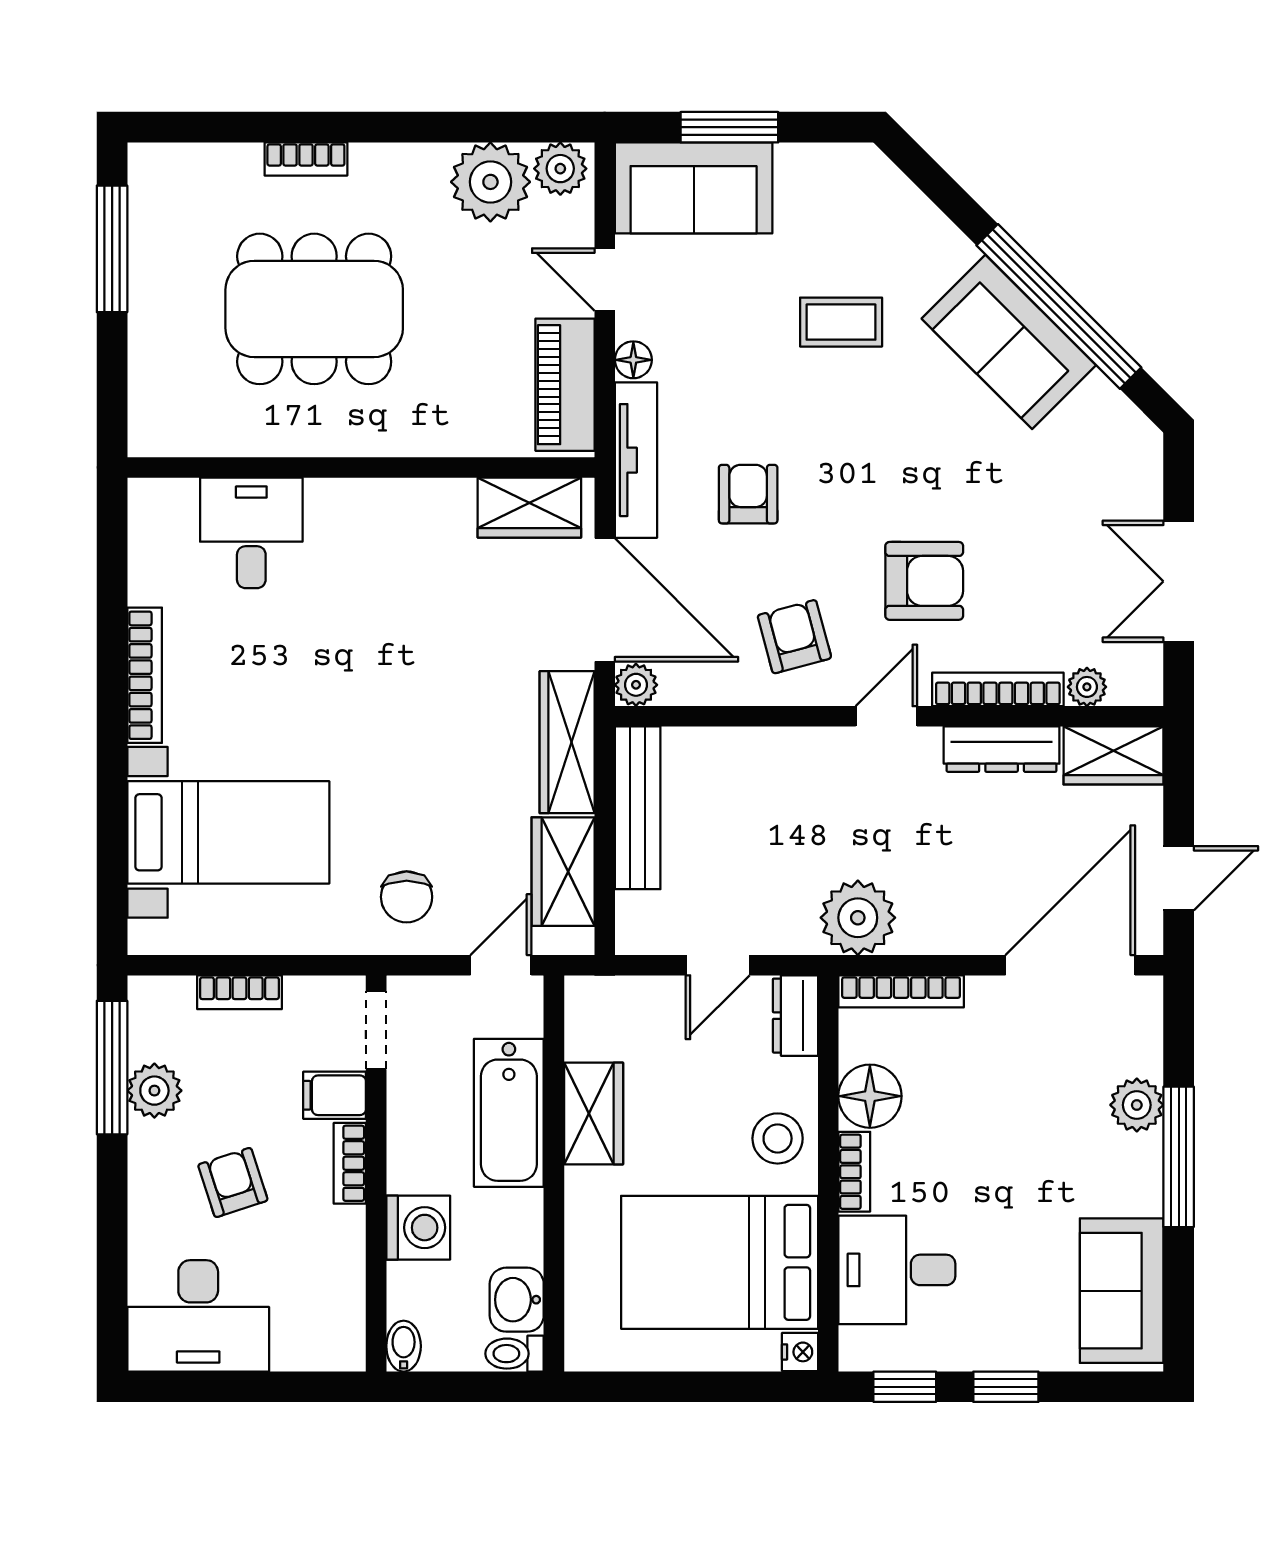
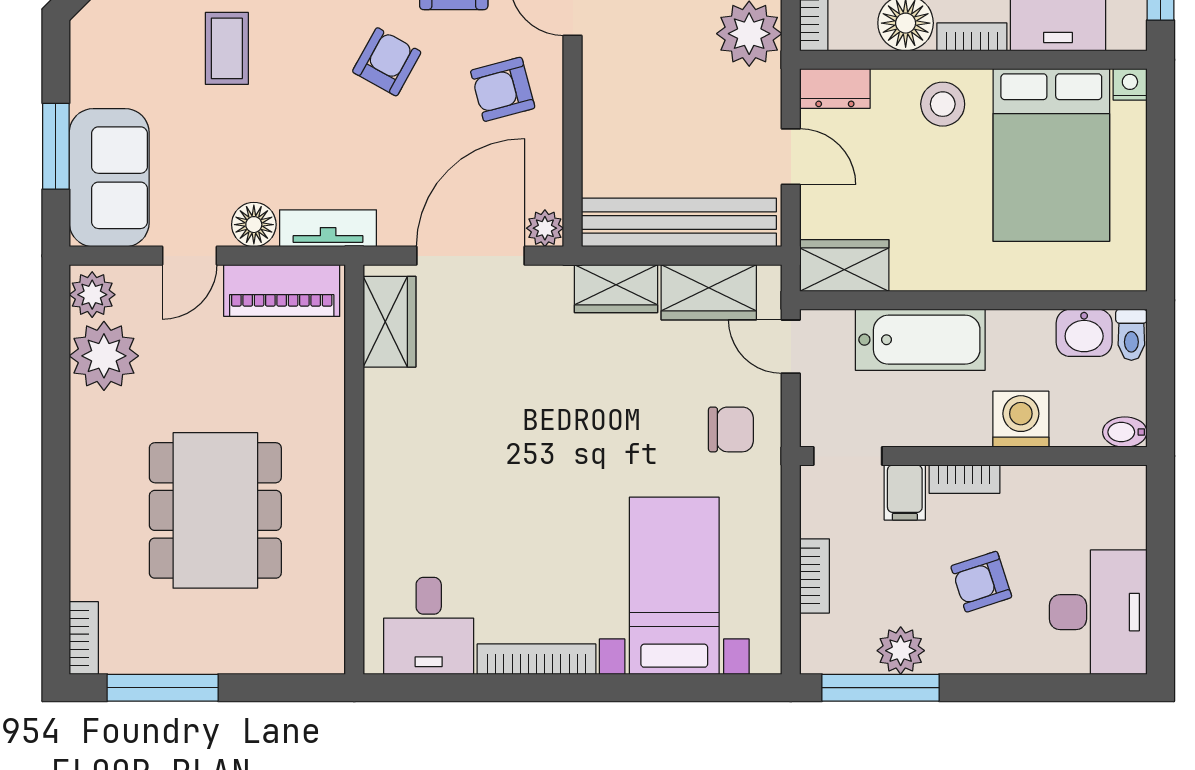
bookcase: (306, 159) -> (84, 638), moved
floor lamp: (633, 360) -> (254, 225), width x1.37, depth x1.37
tv unit: (636, 460) -> (328, 228), width x0.71
armchair: (748, 494) -> (387, 62), moved, turned 119
desk: (251, 533) -> (429, 626), moved, turned -90
wardrobe: (567, 742) -> (616, 289), width x0.67
bench: (638, 808) -> (679, 222), width x1.37, depth x1.21
wardrobe: (594, 1114) -> (844, 265), moved

